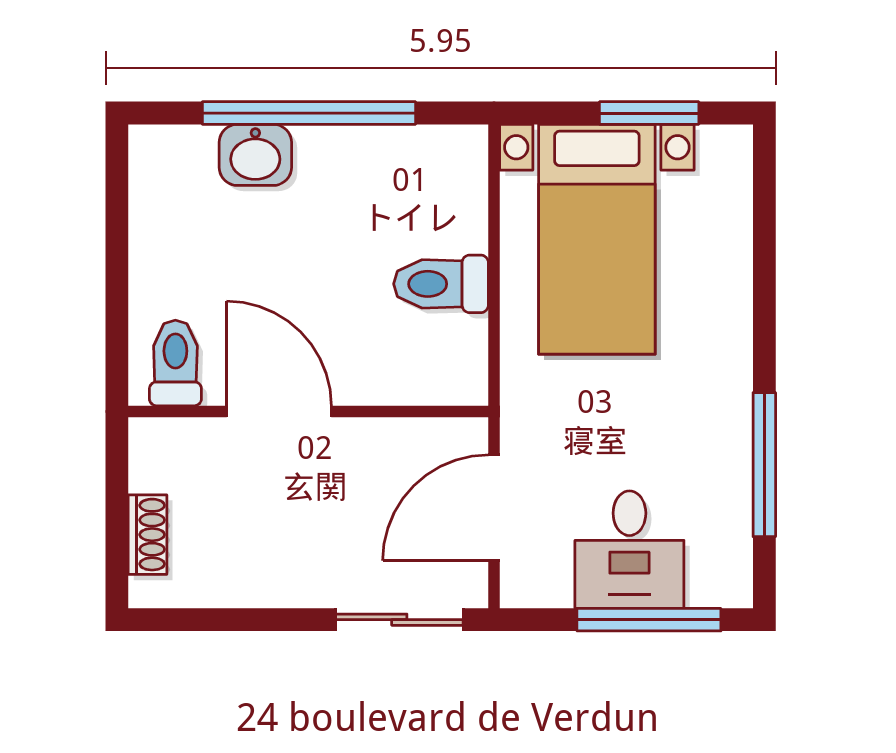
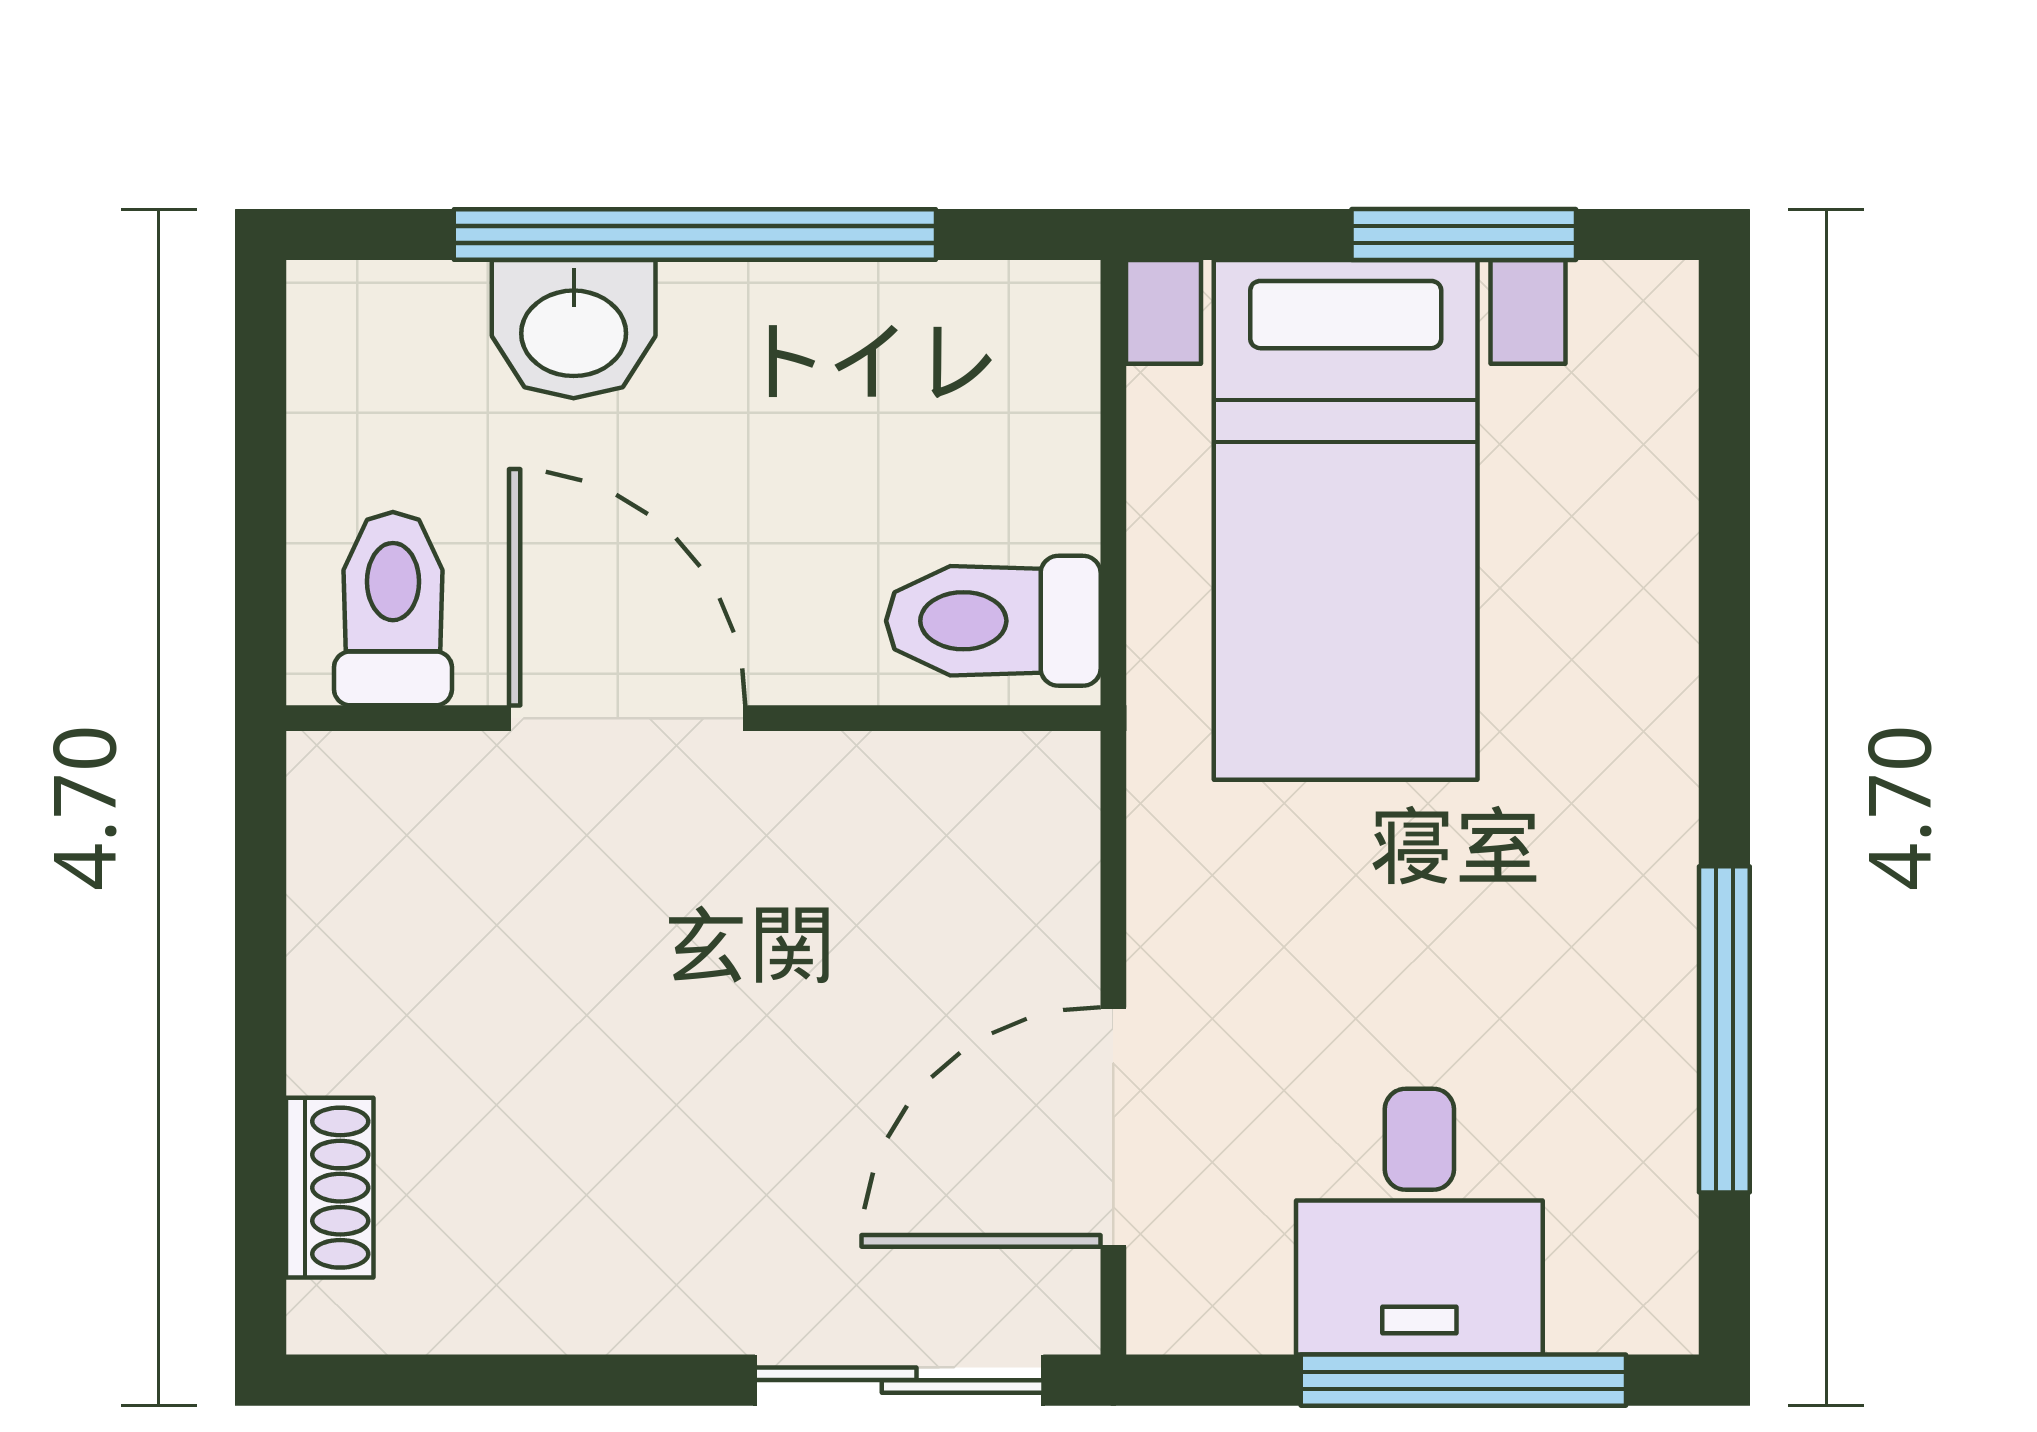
toilet: (175, 363) -> (393, 609), moved
door: (279, 411) -> (627, 718), moved
wall: (308, 411) -> (693, 718), moved

